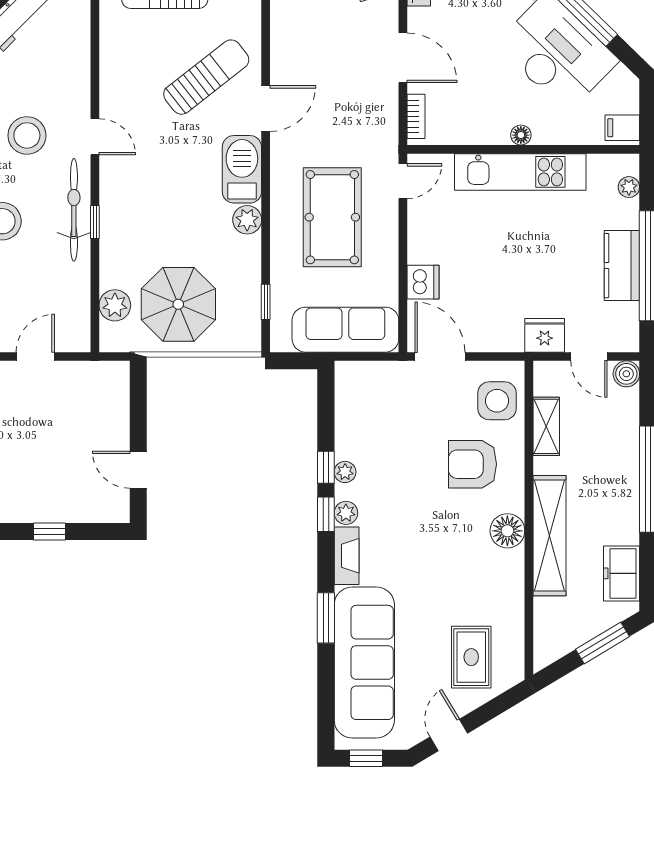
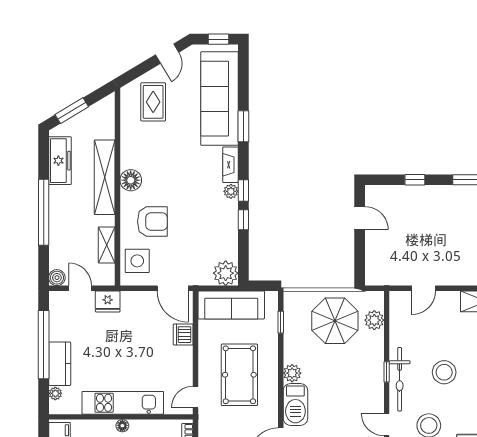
kitchen counter: (622, 266) -> (60, 364), moved
plant: (345, 472) -> (226, 273), moved, width x1.88, depth x1.88
freezer: (622, 573) -> (60, 161), width x1.40

